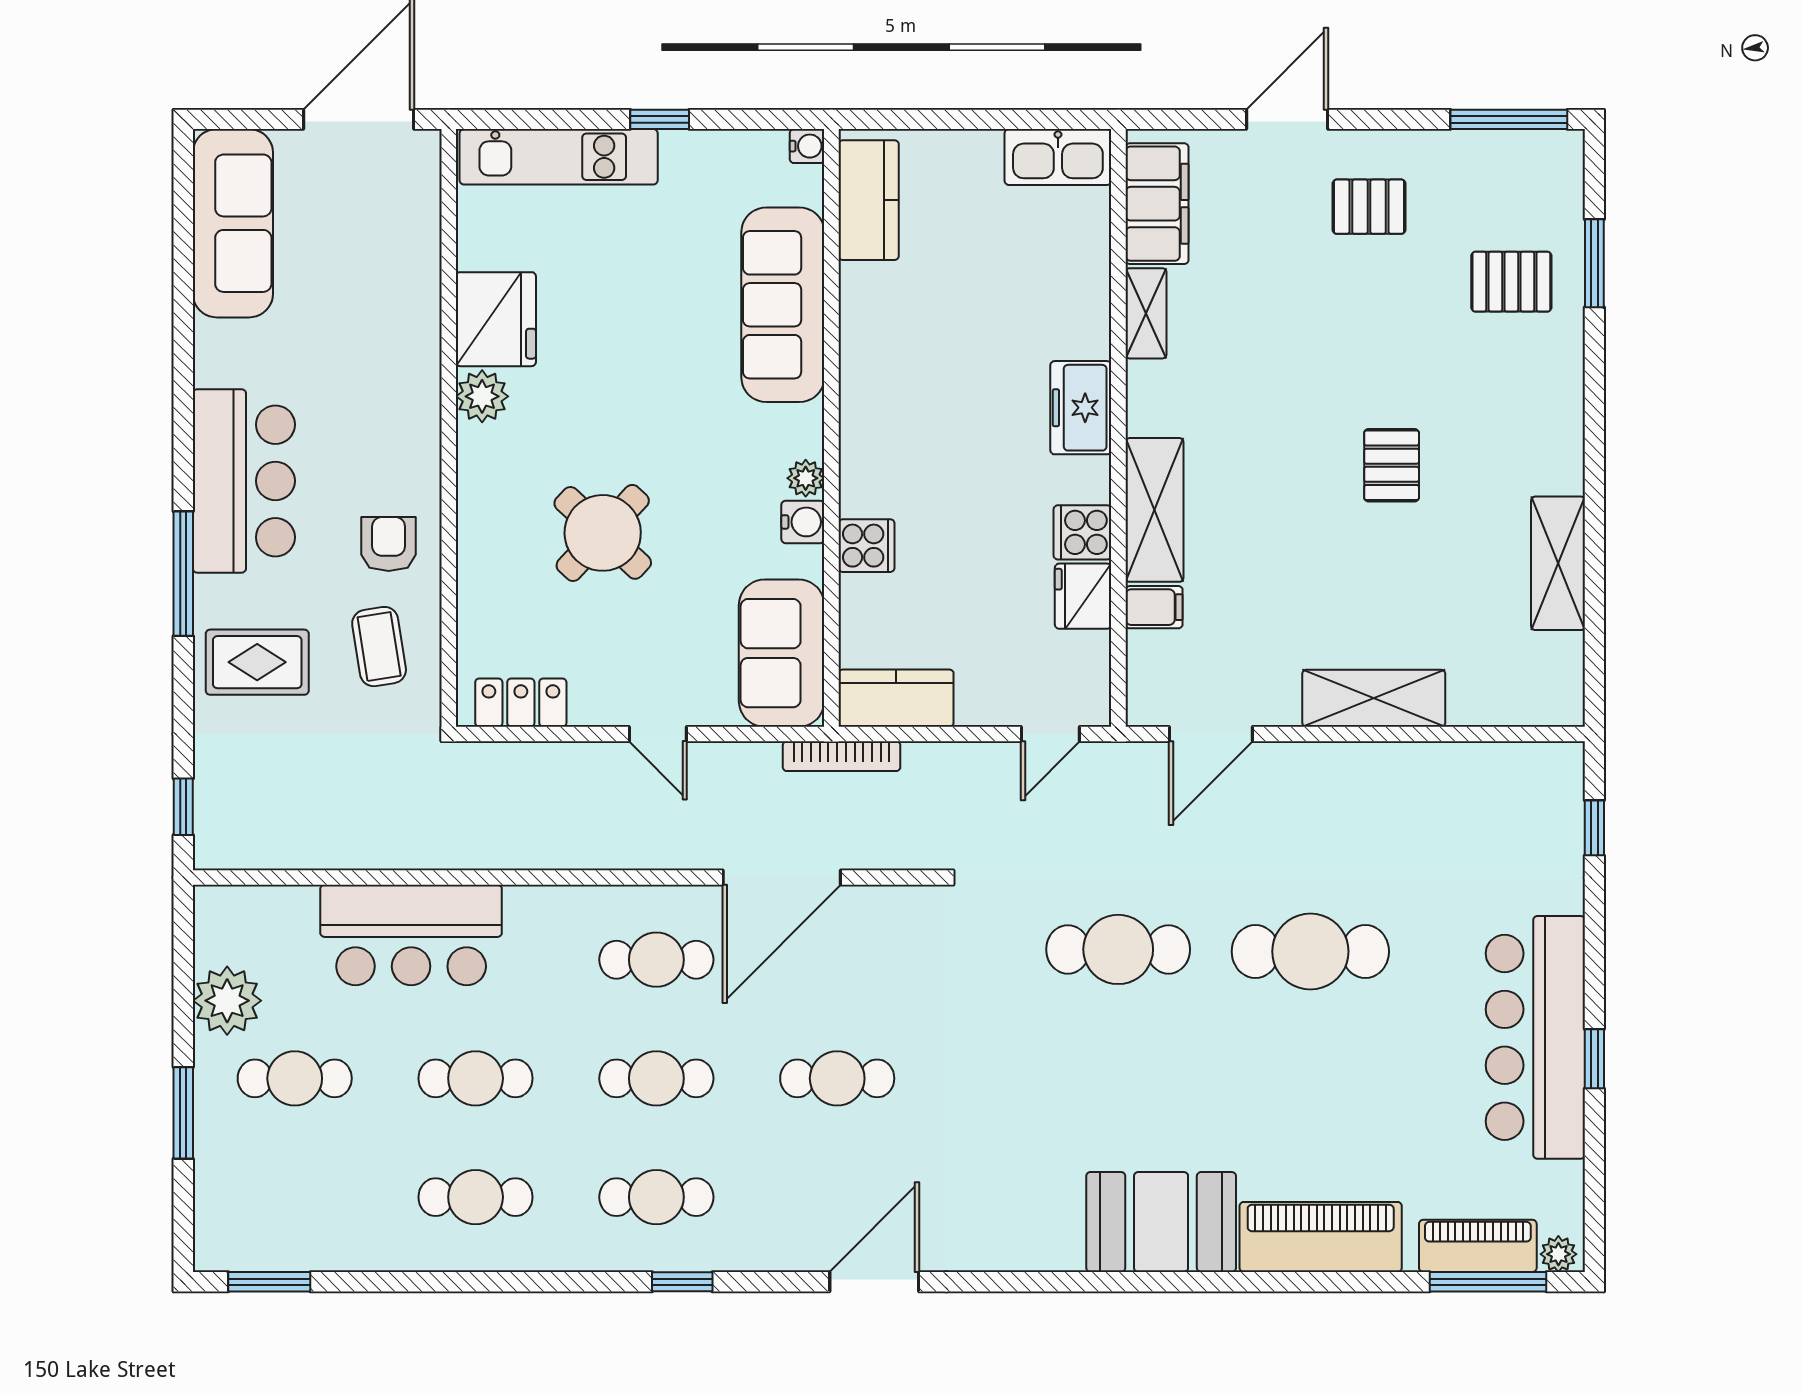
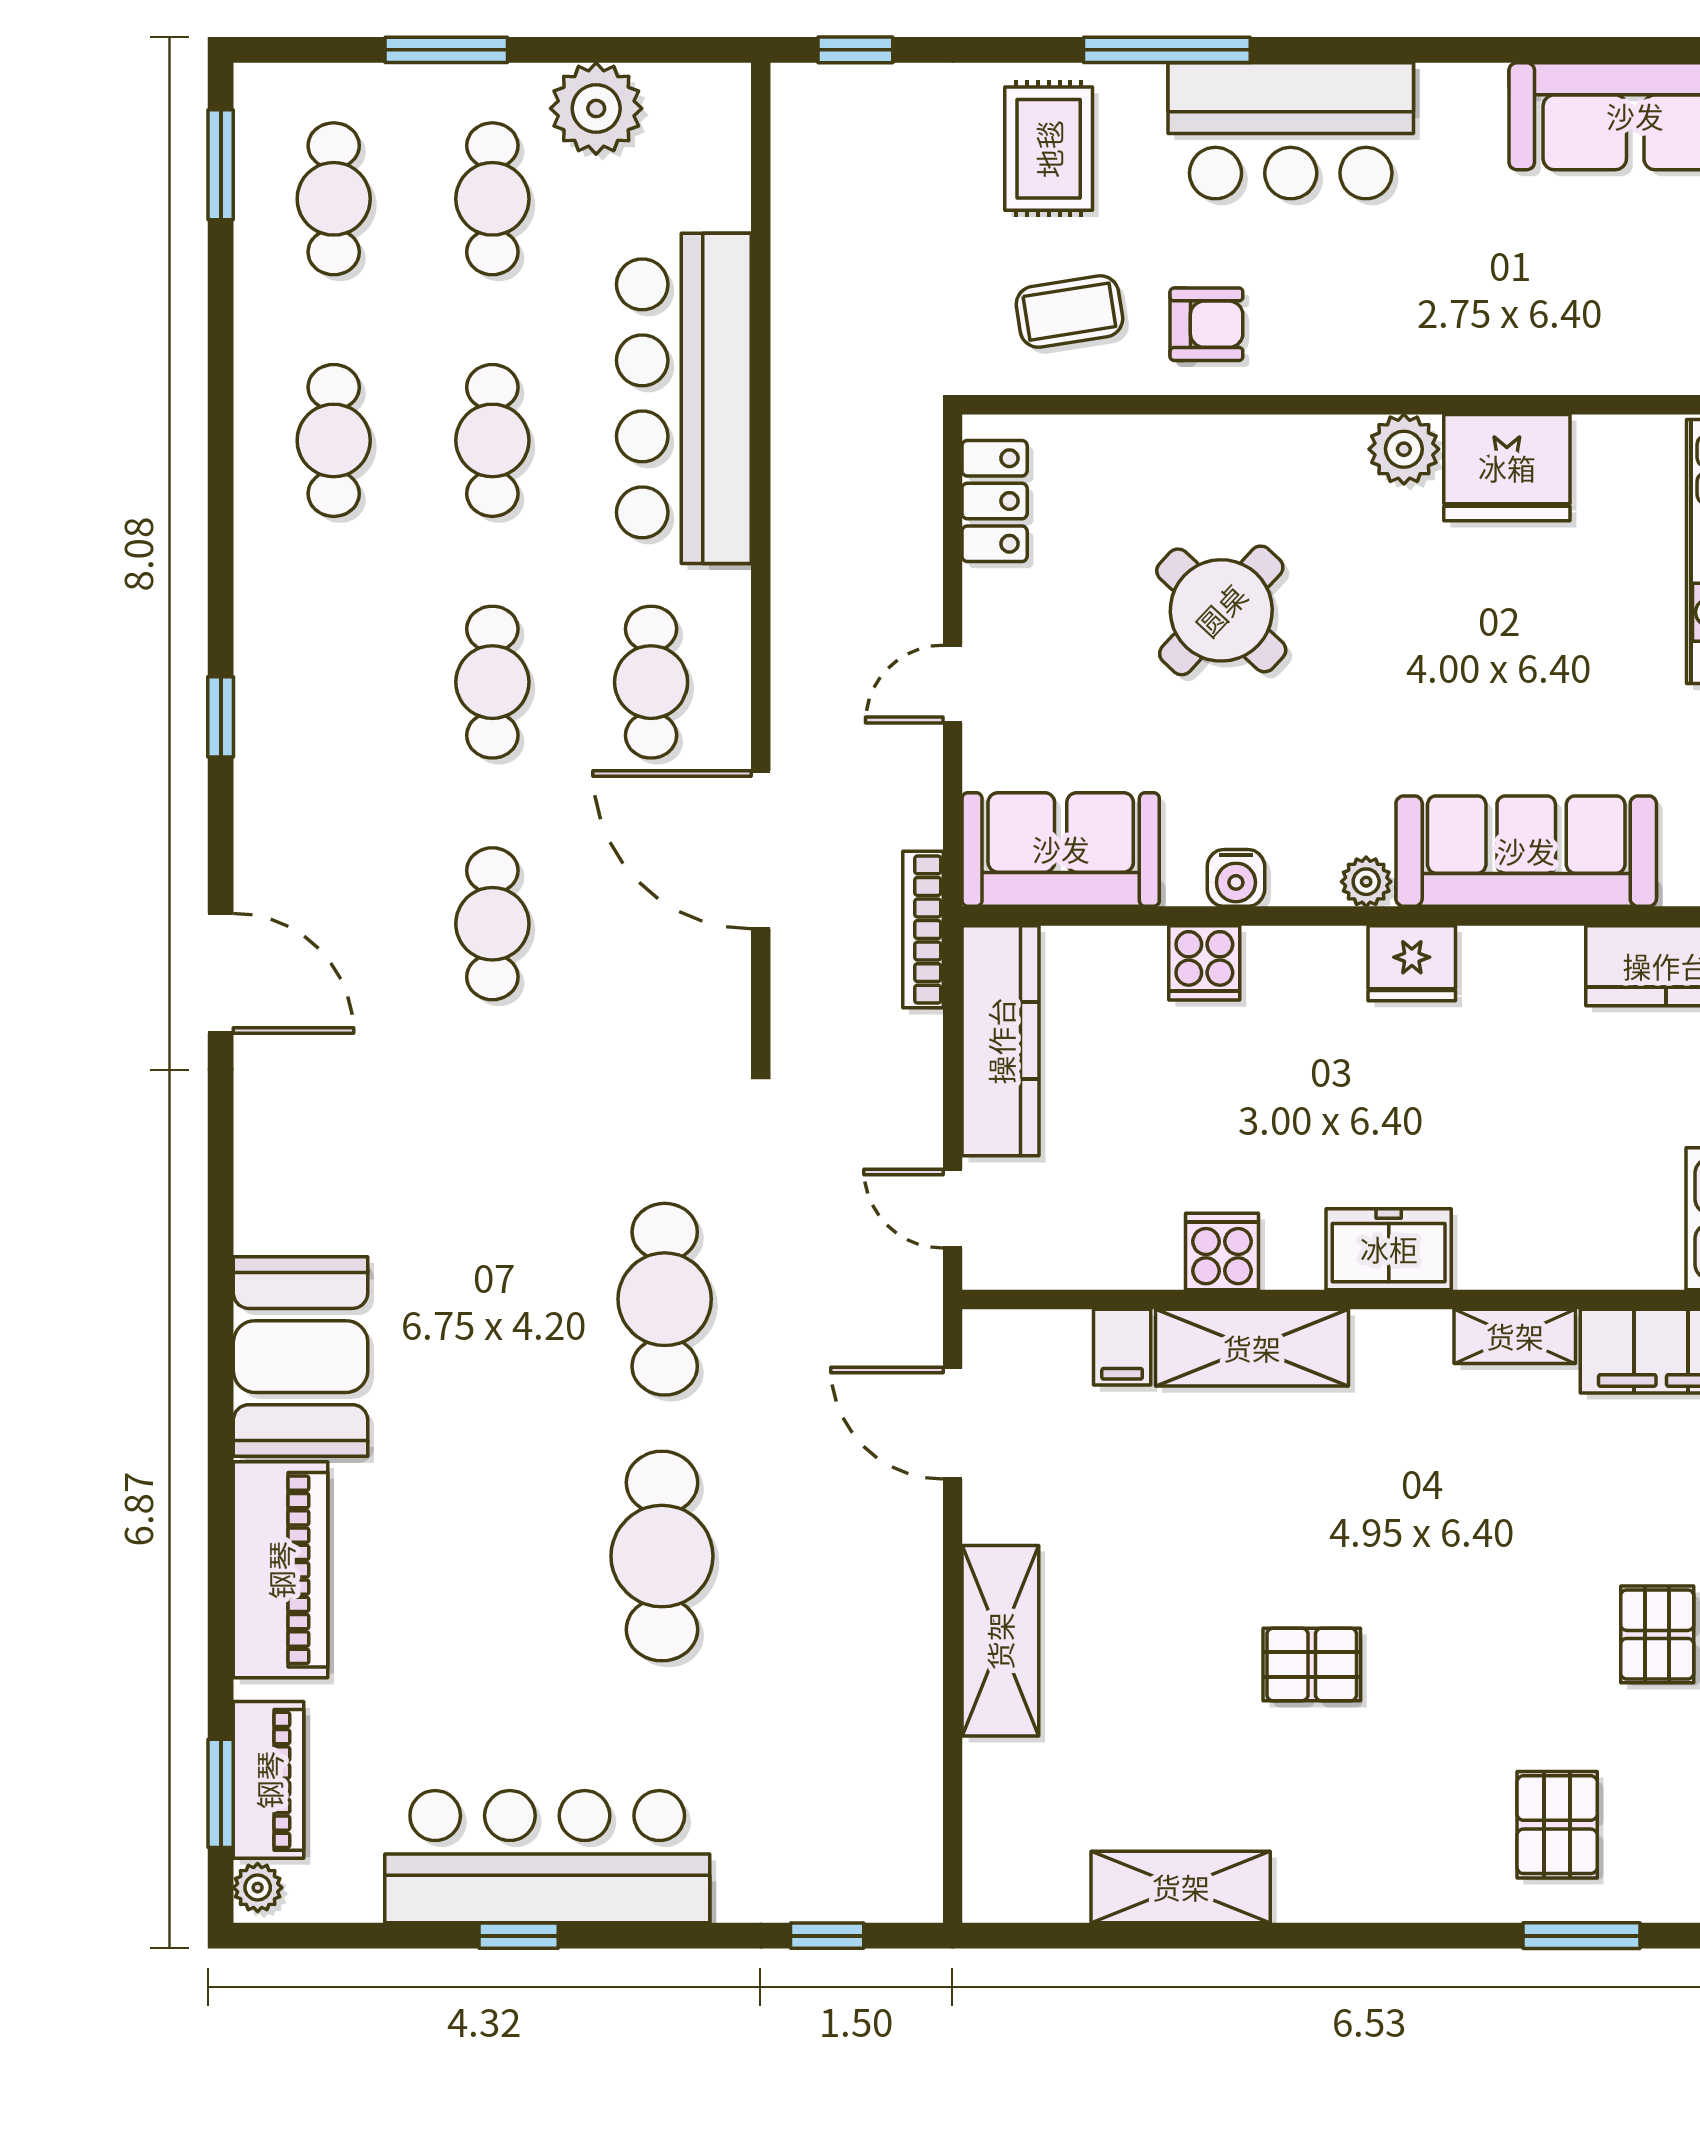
plant: (806, 478) -> (1366, 882), moved
fridge: (1083, 596) -> (1412, 963), moved, turned 180
kitchen counter: (896, 698) -> (1001, 1041), width x1.50
bar counter: (411, 935) -> (684, 398), width x1.36
cafe table: (656, 1197) -> (334, 199), moved
window: (1488, 1282) -> (221, 1793), width x0.69

